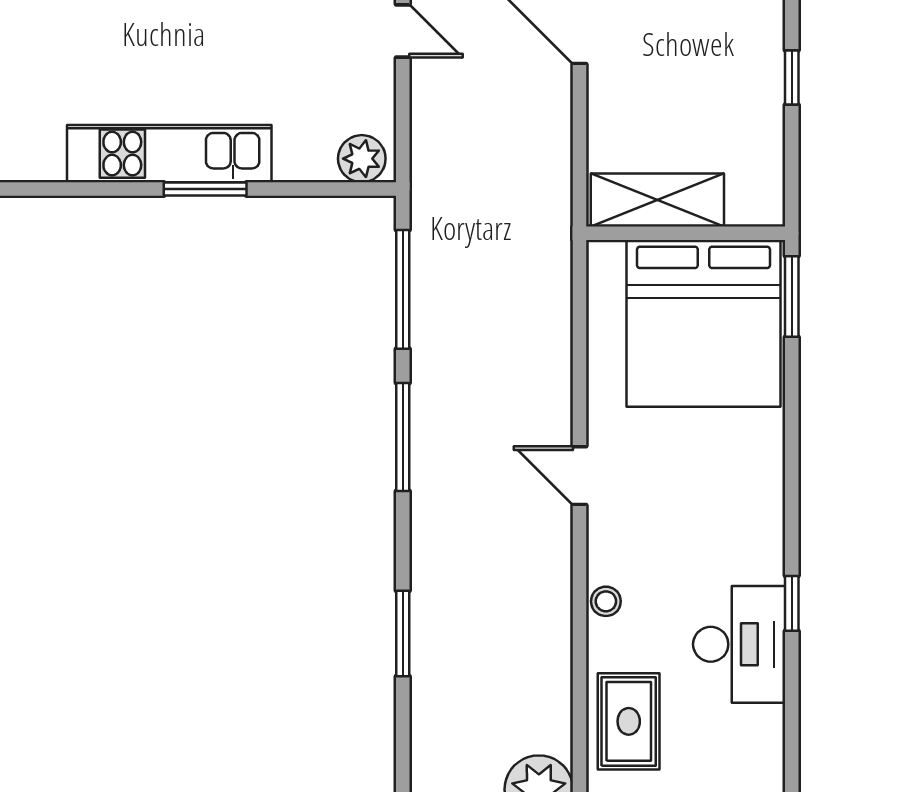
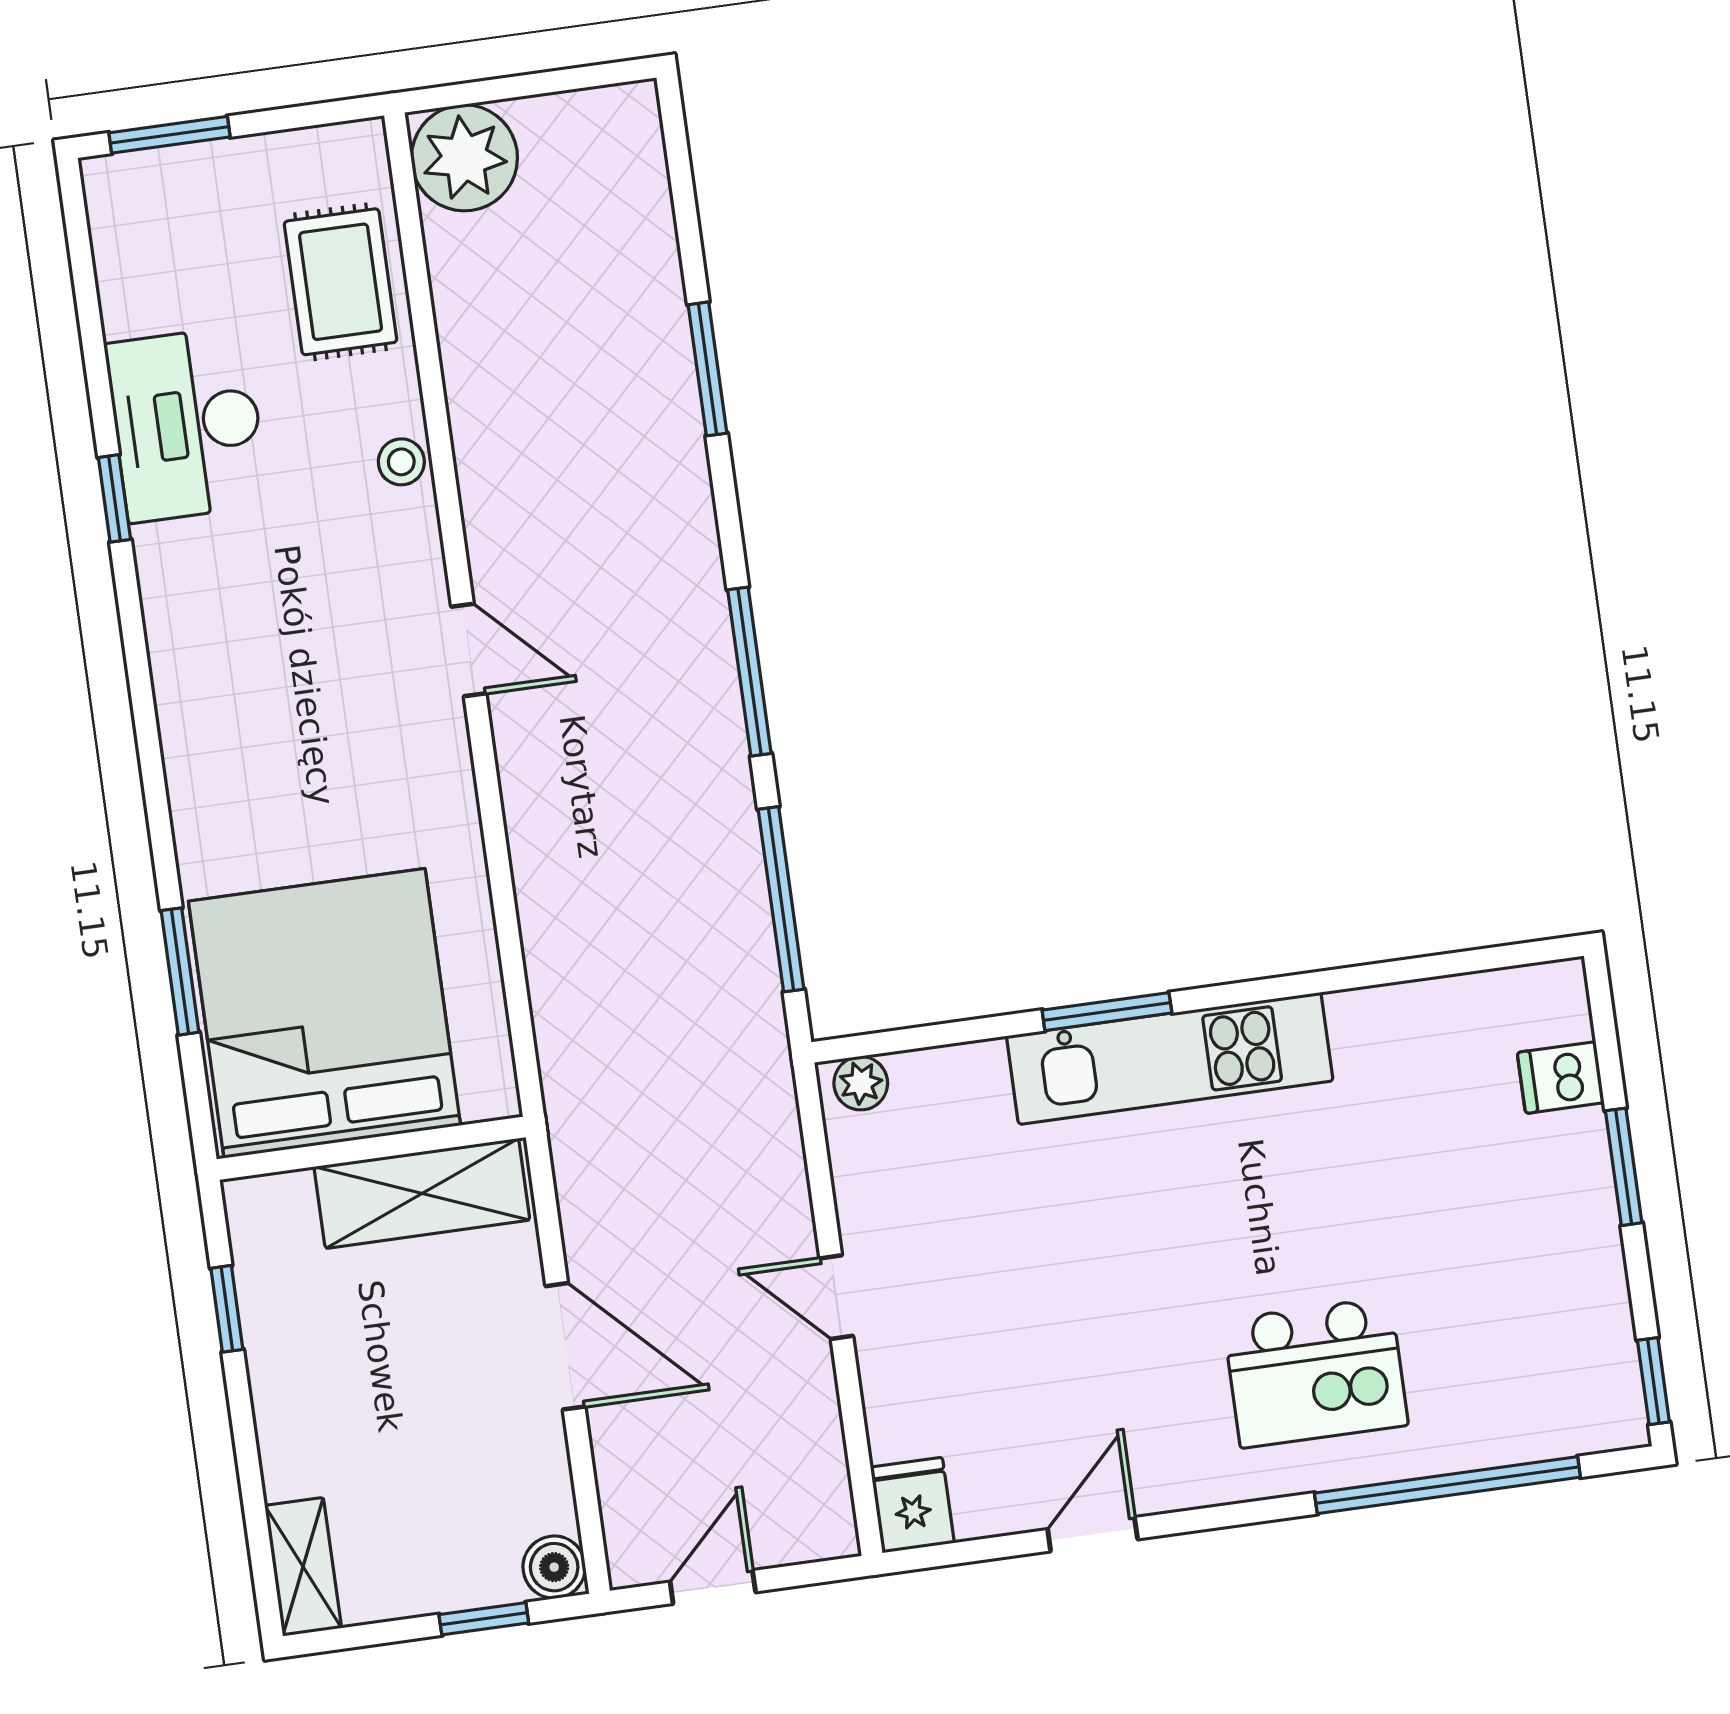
plant: (362, 159) -> (861, 1083), width x0.73, depth x0.73
shelving: (657, 200) -> (422, 1193), moved
wall: (686, 233) -> (371, 1148), moved
bed: (703, 323) -> (325, 1013), moved

